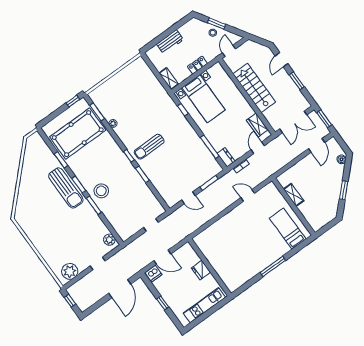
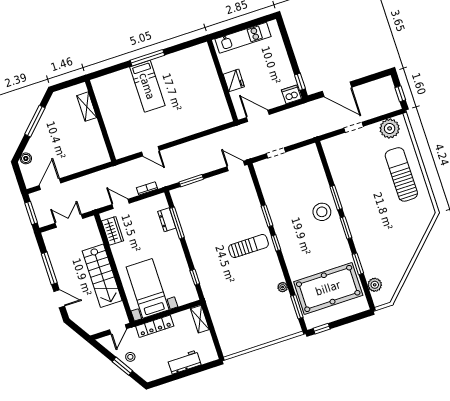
door: (282, 60) -> (59, 299), hinge flipped
locker: (197, 65) -> (155, 326), width x1.53
window: (297, 81) -> (49, 268), width x1.44
bed with nightstands: (203, 99) -> (148, 288), moved
double door: (293, 122) -> (69, 221), width x0.73
door: (258, 148) -> (121, 204), swing flipped
dresser: (226, 157) -> (167, 220), moved
sun lounger: (66, 188) -> (401, 174), moved
window: (344, 190) -> (35, 121), width x1.44
shelving: (294, 195) -> (87, 107), moved
door: (188, 198) -> (236, 166), moved
bed: (288, 229) -> (147, 86), moved
plant: (109, 240) -> (375, 285), moved
door: (162, 257) -> (258, 116), moved
door: (120, 289) -> (337, 89), swing flipped
window: (163, 303) -> (300, 82), moved

